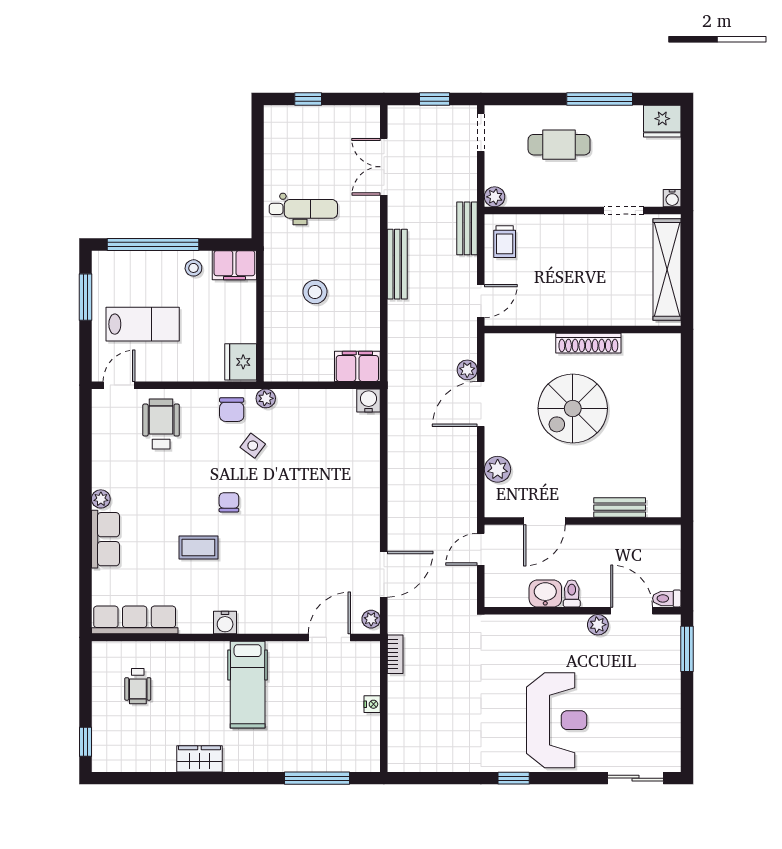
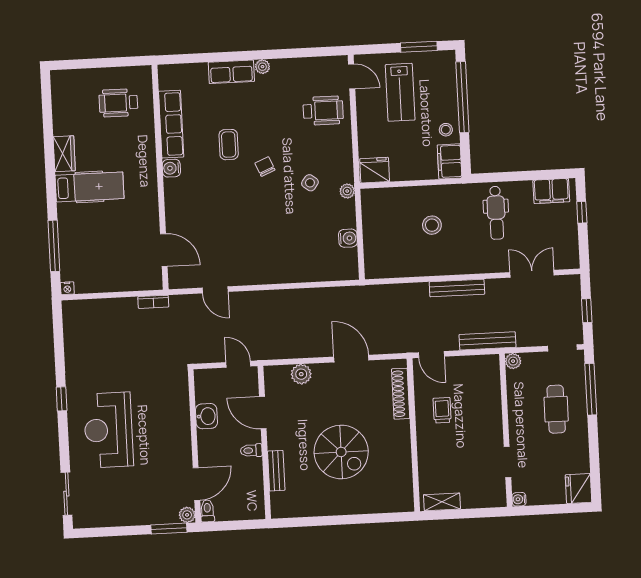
window: (600, 99) -> (591, 389), moved
bench: (467, 228) -> (487, 341), width x1.36
trolley: (505, 242) -> (442, 410), moved, turned 90
shelving: (667, 269) -> (442, 502), width x0.45, depth x0.75
shoe rack: (588, 343) -> (401, 394), moved
filing cabinet: (357, 366) -> (551, 191), moved, turned 90
plant: (467, 370) -> (377, 347), removed
water cooler: (369, 400) -> (348, 238), moved
spiral stairs: (573, 408) -> (341, 452), moved, turned 180
chair: (232, 410) -> (337, 165), removed
chair: (229, 502) -> (265, 167), turned -113
door: (384, 574) -> (215, 290), width x0.73
toilet: (572, 593) -> (251, 450), moved, turned 180
plant: (371, 619) -> (180, 282), removed
row of seats: (135, 620) -> (171, 124), moved
plant: (598, 625) -> (187, 515), moved
hospital bed: (248, 685) -> (89, 187), moved, turned 180
wheelchair: (138, 686) -> (118, 103), width x1.36, depth x1.37
nightstand: (372, 704) -> (67, 288), moved
reception desk: (557, 720) -> (108, 430), turned 90
window: (85, 742) -> (73, 64), removed

